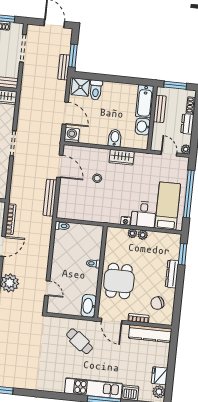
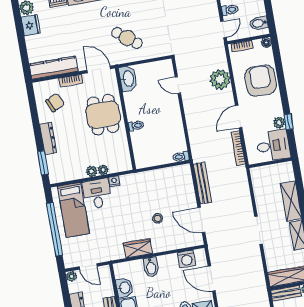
washing machine: (72, 135) -> (187, 259), moved

